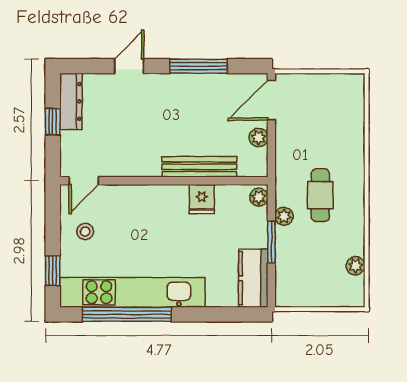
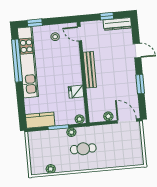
window: (198, 66) -> (140, 84), width x0.69
bench: (199, 167) -> (90, 70), moved

